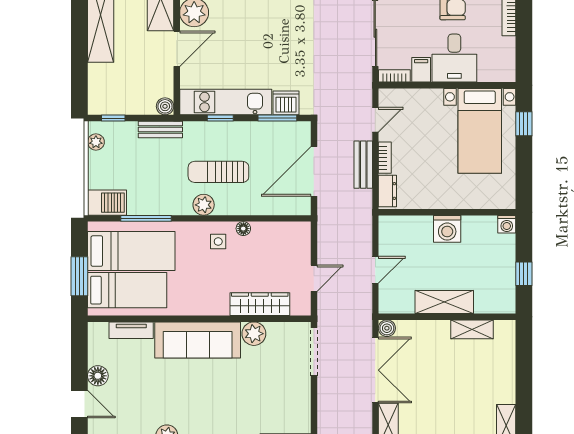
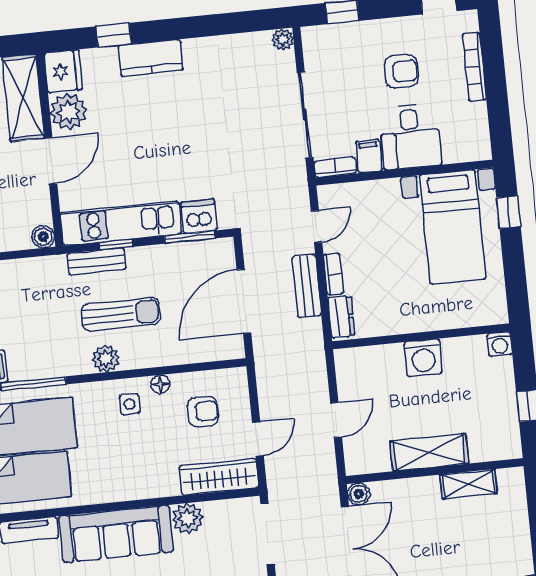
bench: (160, 129) -> (96, 261), moved
sun lounger: (218, 172) -> (121, 314), turned 180
armchair: (274, 253) -> (203, 412), added
wardrobe: (260, 304) -> (219, 477), moved

